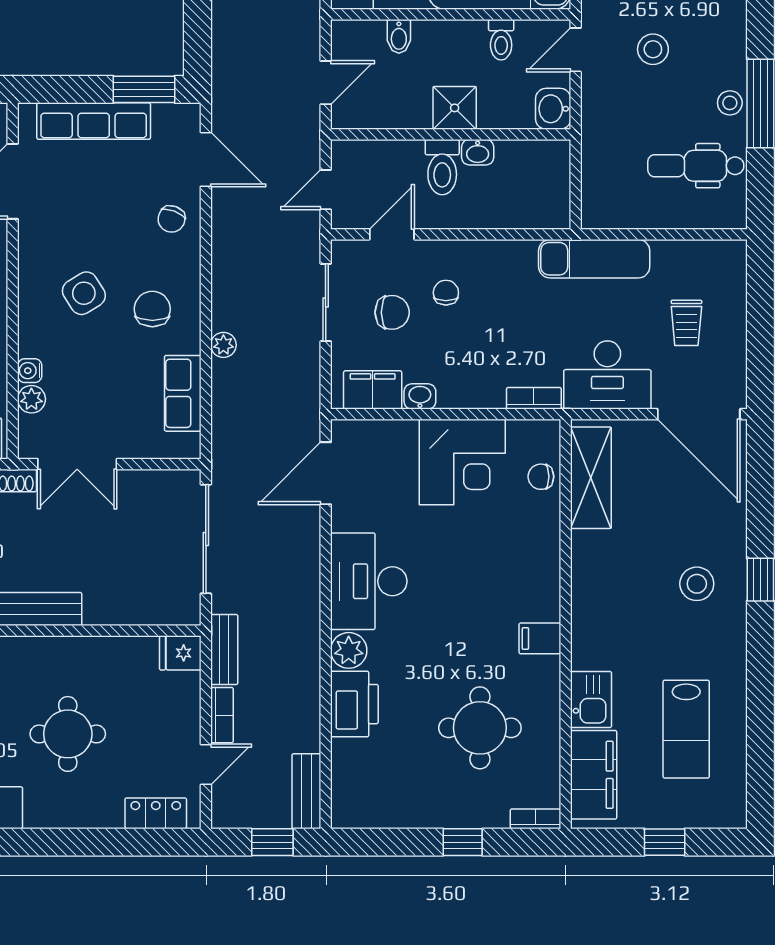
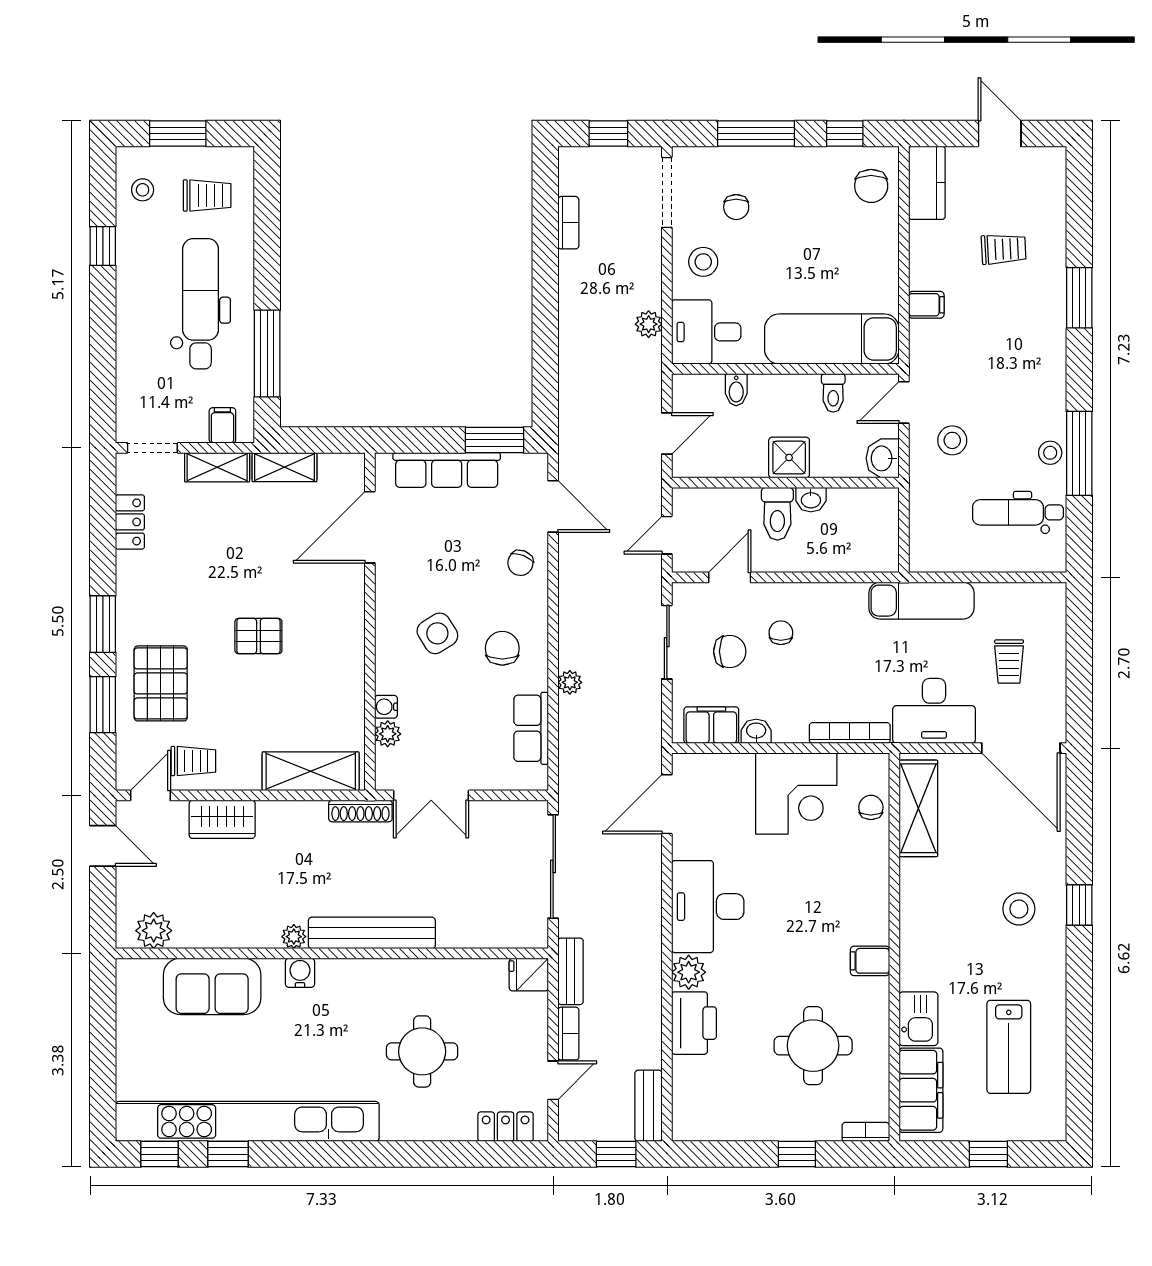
stool: (653, 49) -> (952, 440), moved
bookcase: (534, 398) -> (850, 733), width x1.56
chair: (541, 477) -> (871, 807), turned 90

